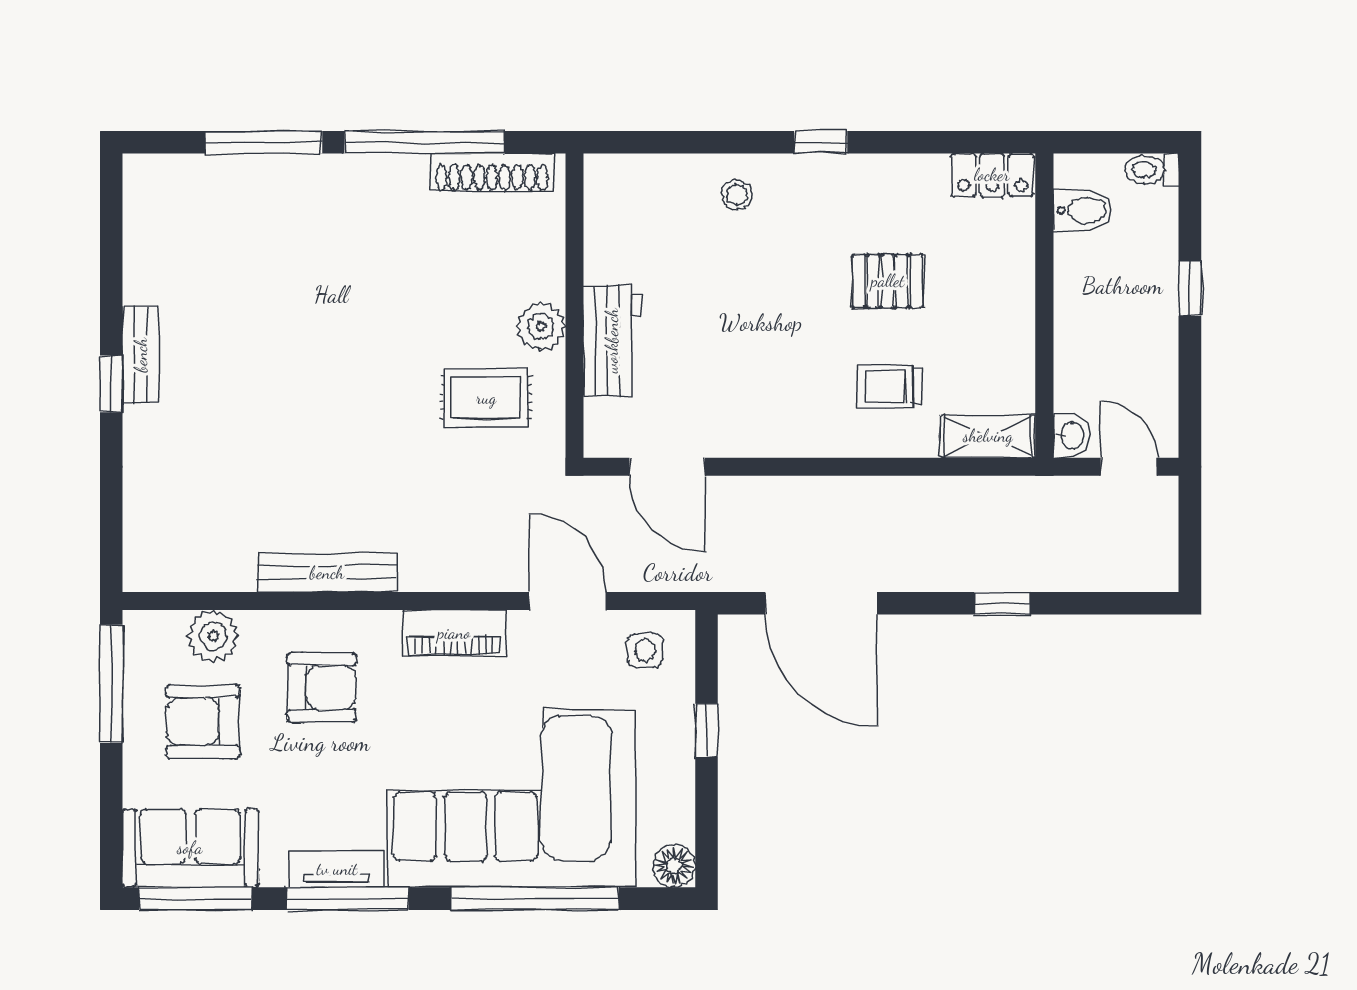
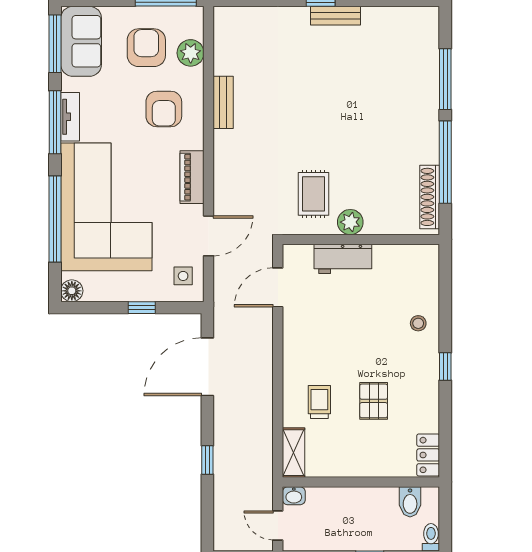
door: (1129, 467) -> (278, 525), swing flipped
bench: (327, 573) -> (223, 102), width x0.73

